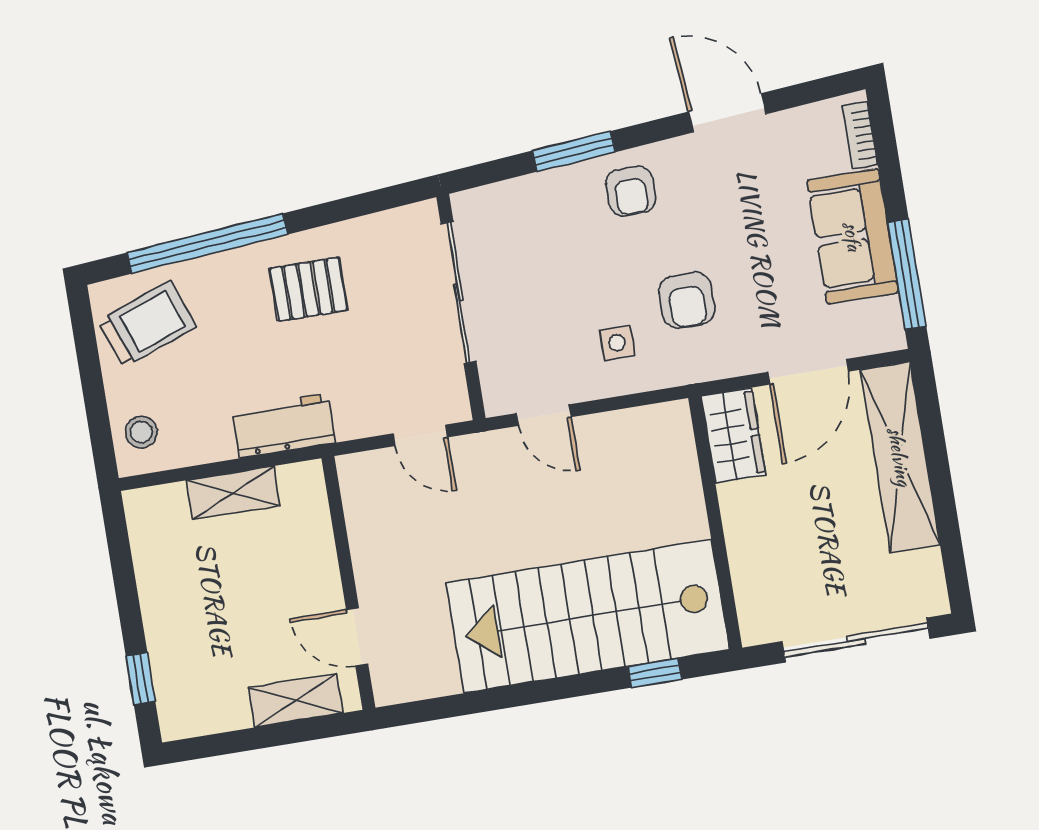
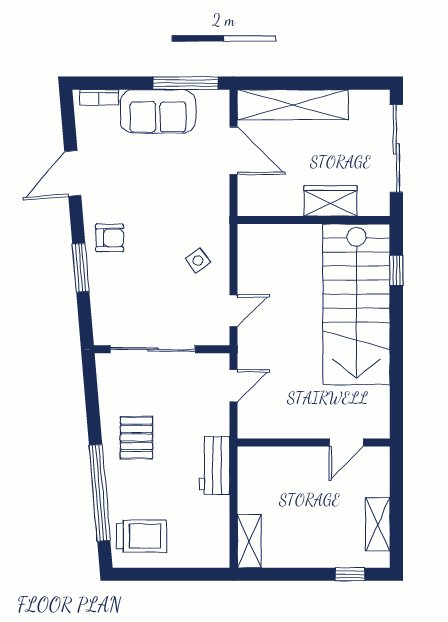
armchair: (687, 300) -> (180, 215), removed
trolley: (147, 324) -> (141, 536), turned 110
side table: (617, 343) -> (198, 261), turned -36
stool: (141, 432) -> (205, 550), removed
wardrobe: (733, 435) -> (330, 201), moved
shelving: (233, 493) -> (249, 541), moved
shelving: (296, 700) -> (378, 524), moved

